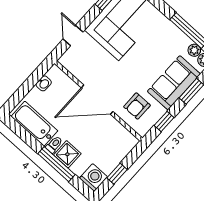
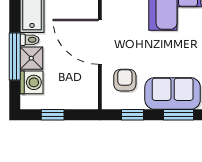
armchair: (137, 106) -> (125, 80), turned 90
washing machine: (93, 178) -> (32, 82), moved

